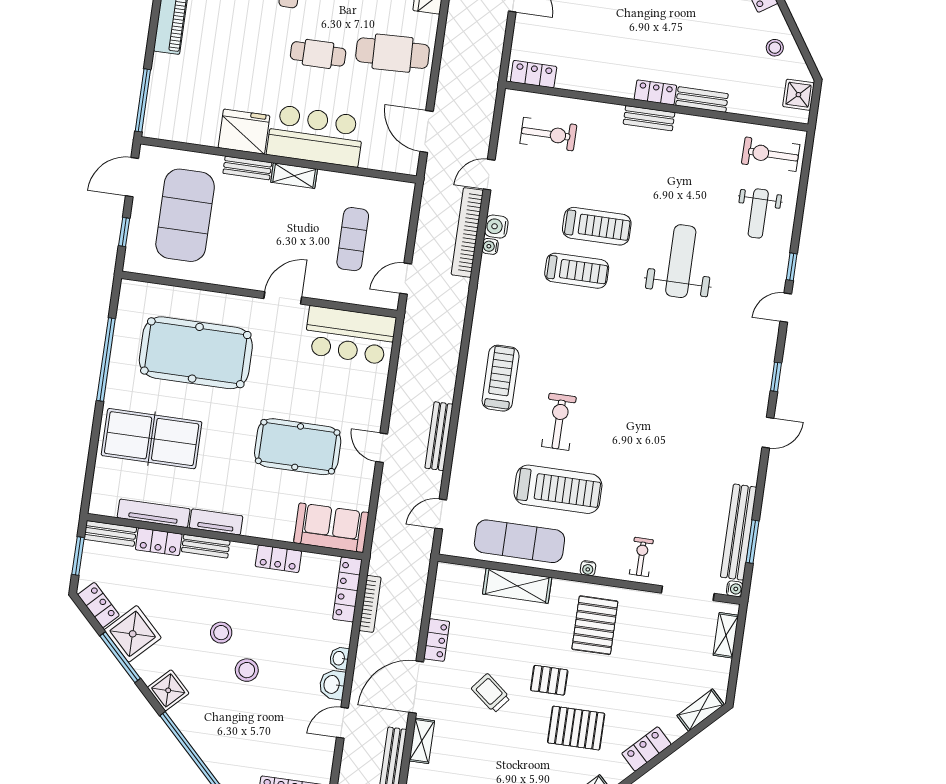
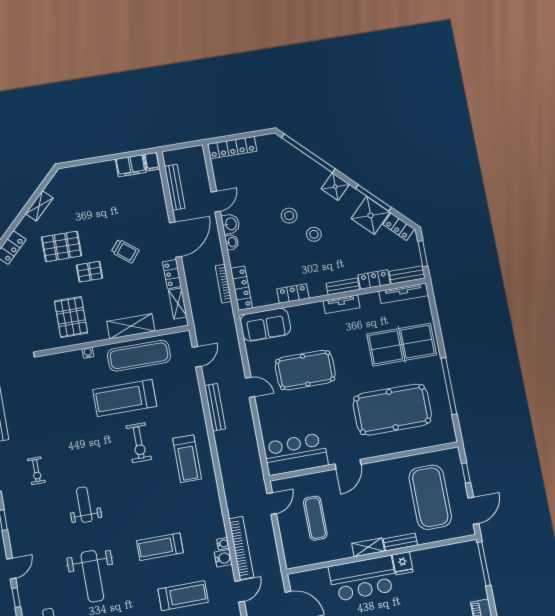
fridge: (244, 132) -> (403, 563), width x0.53, depth x0.75
treadmill: (597, 226) -> (183, 596), moved, turned 180
weight bench: (660, 361) -> (84, 505), added
tv unit: (154, 513) -> (404, 293), moved
exercise bike: (641, 557) -> (36, 471), moved
shelving: (422, 741) -> (178, 303), moved

